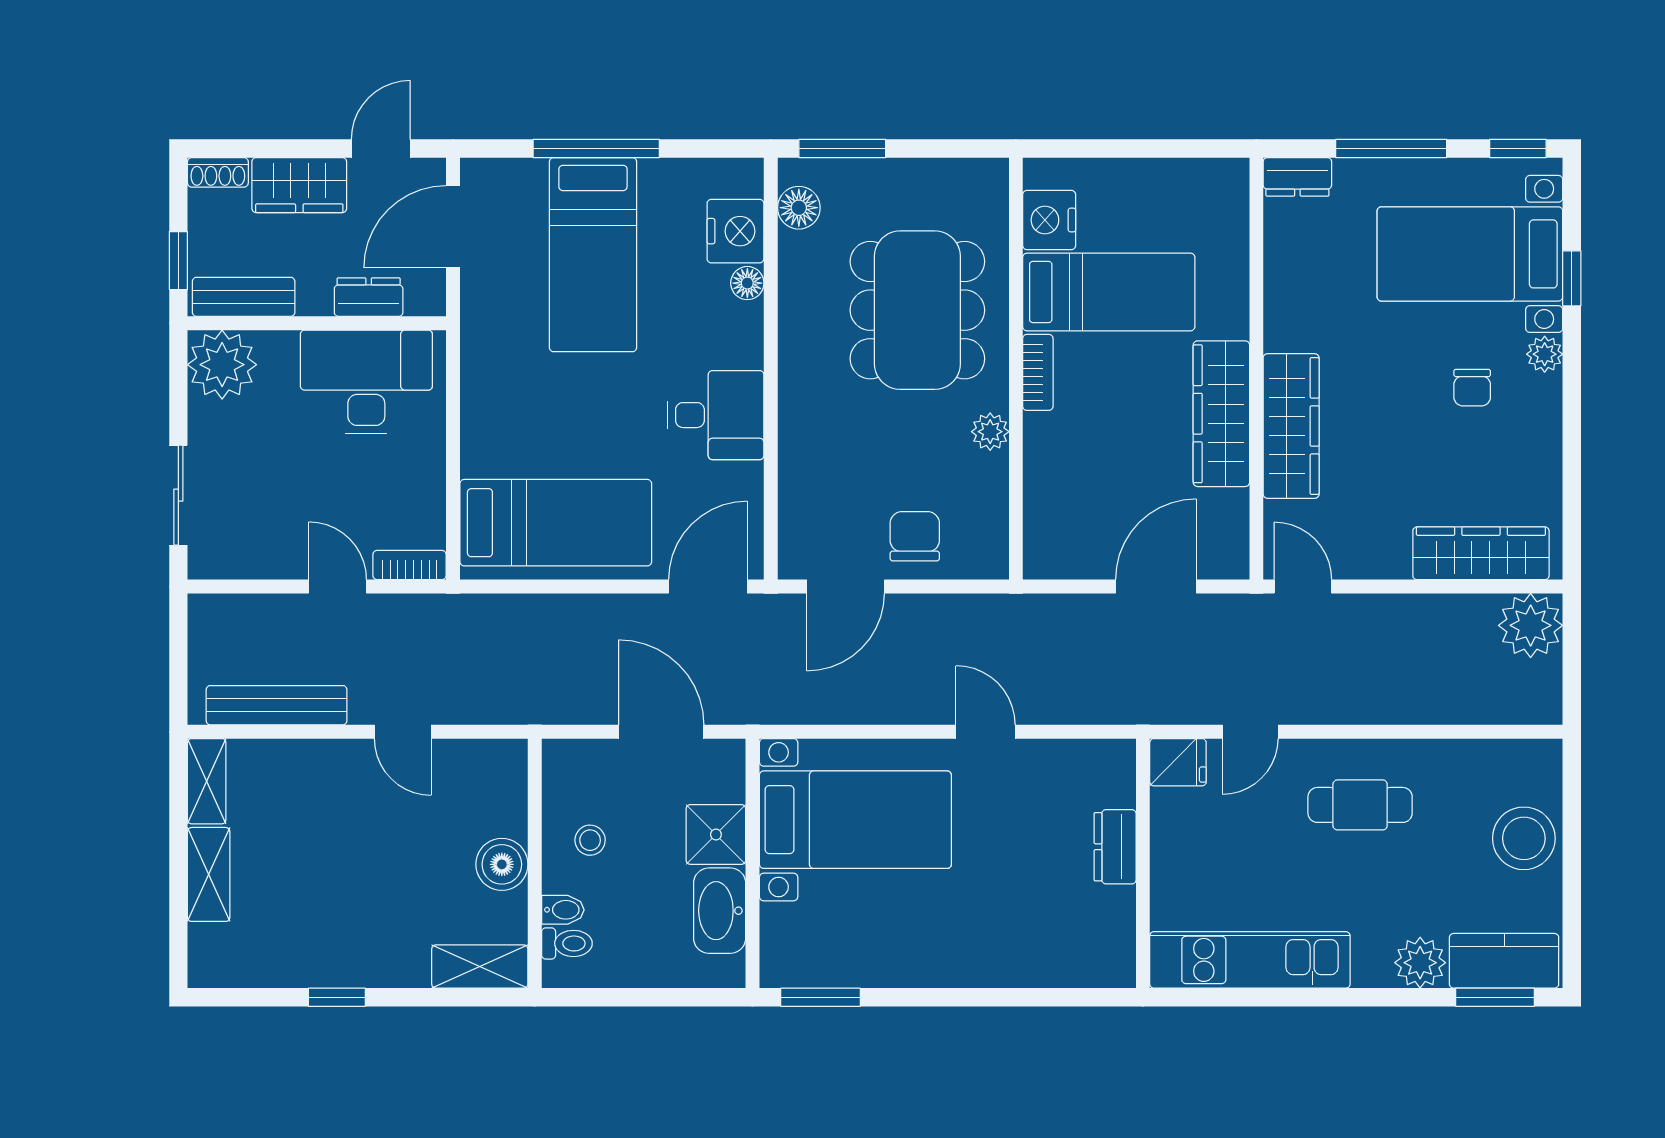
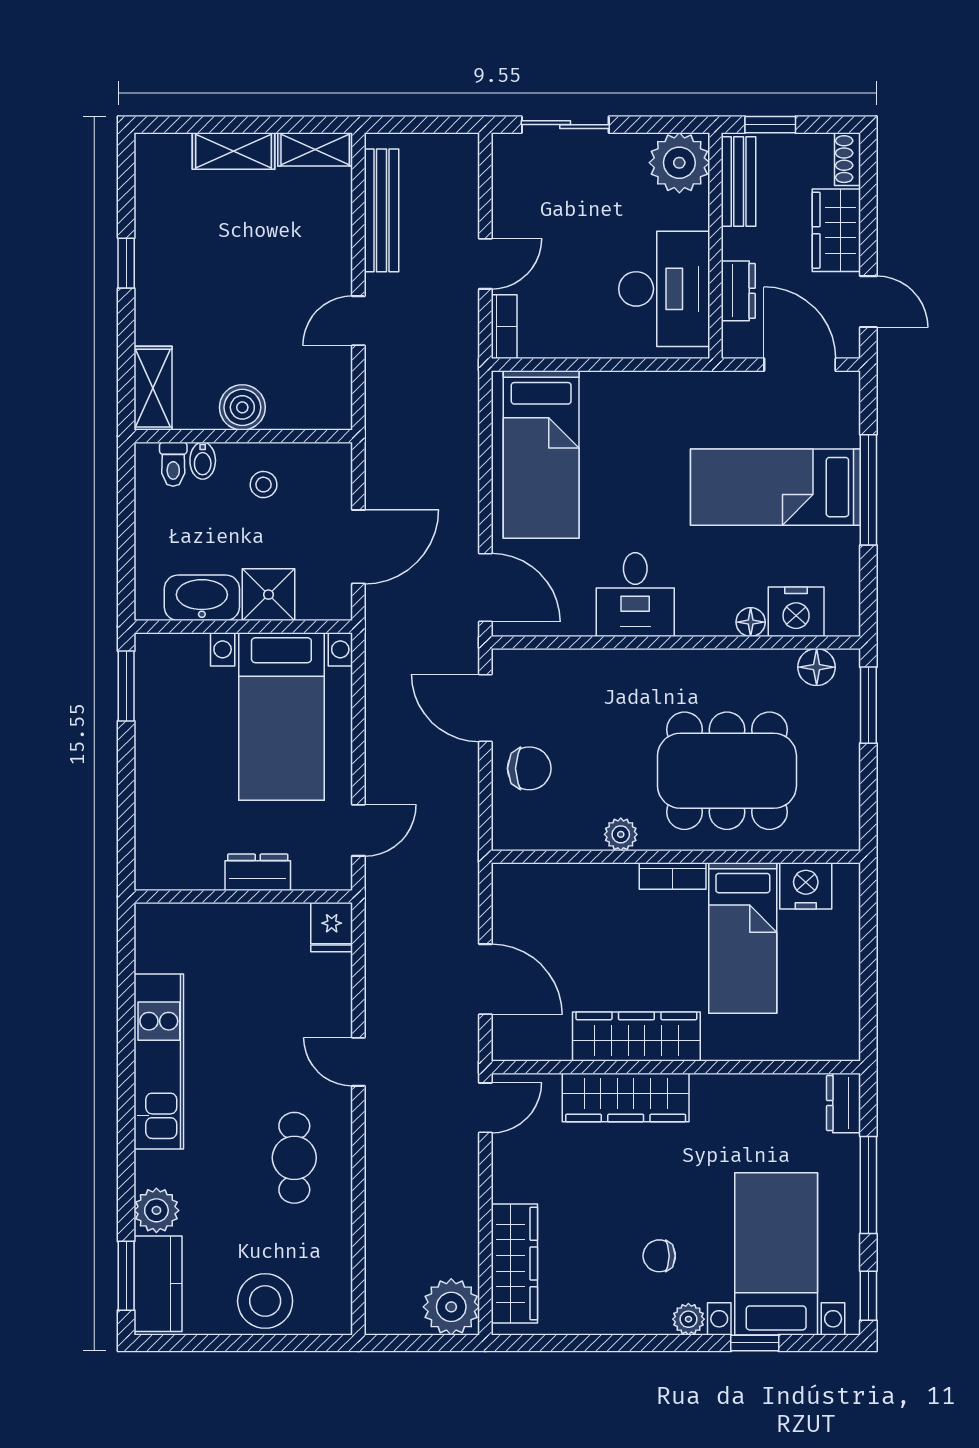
fridge: (1178, 762) -> (332, 927), moved
dresser: (1115, 847) -> (258, 872), moved
wall: (1143, 863) -> (243, 896), moved

